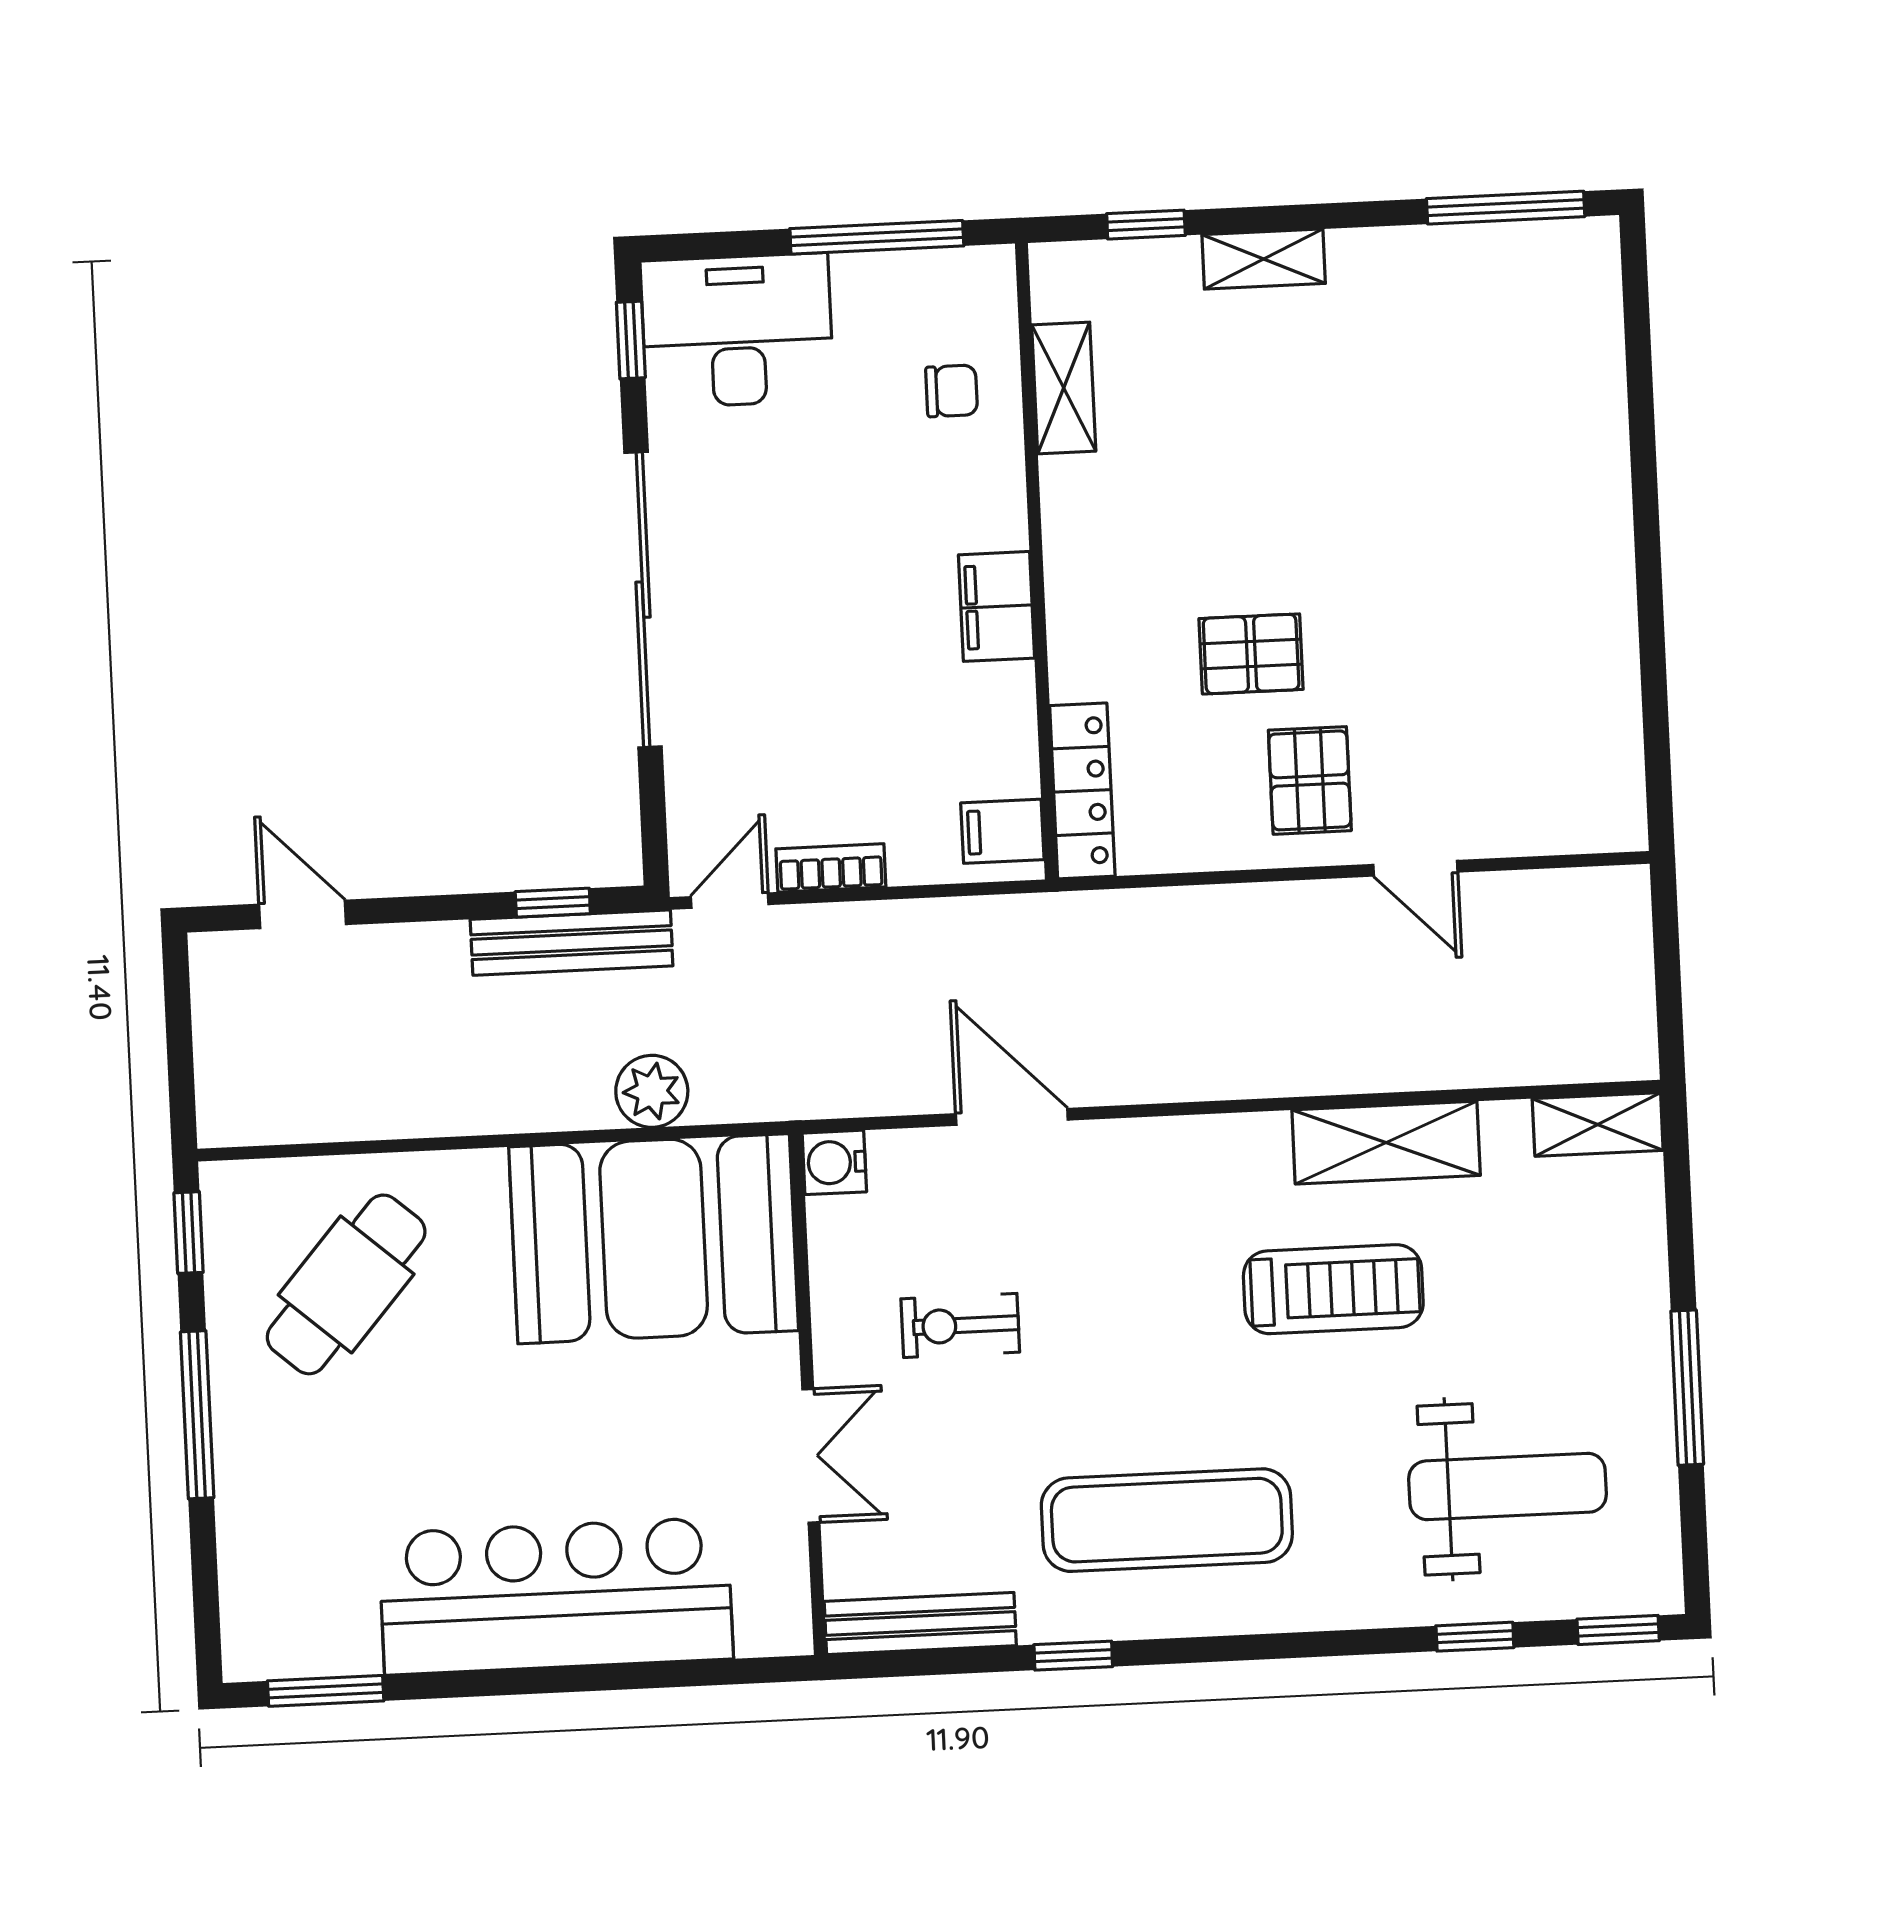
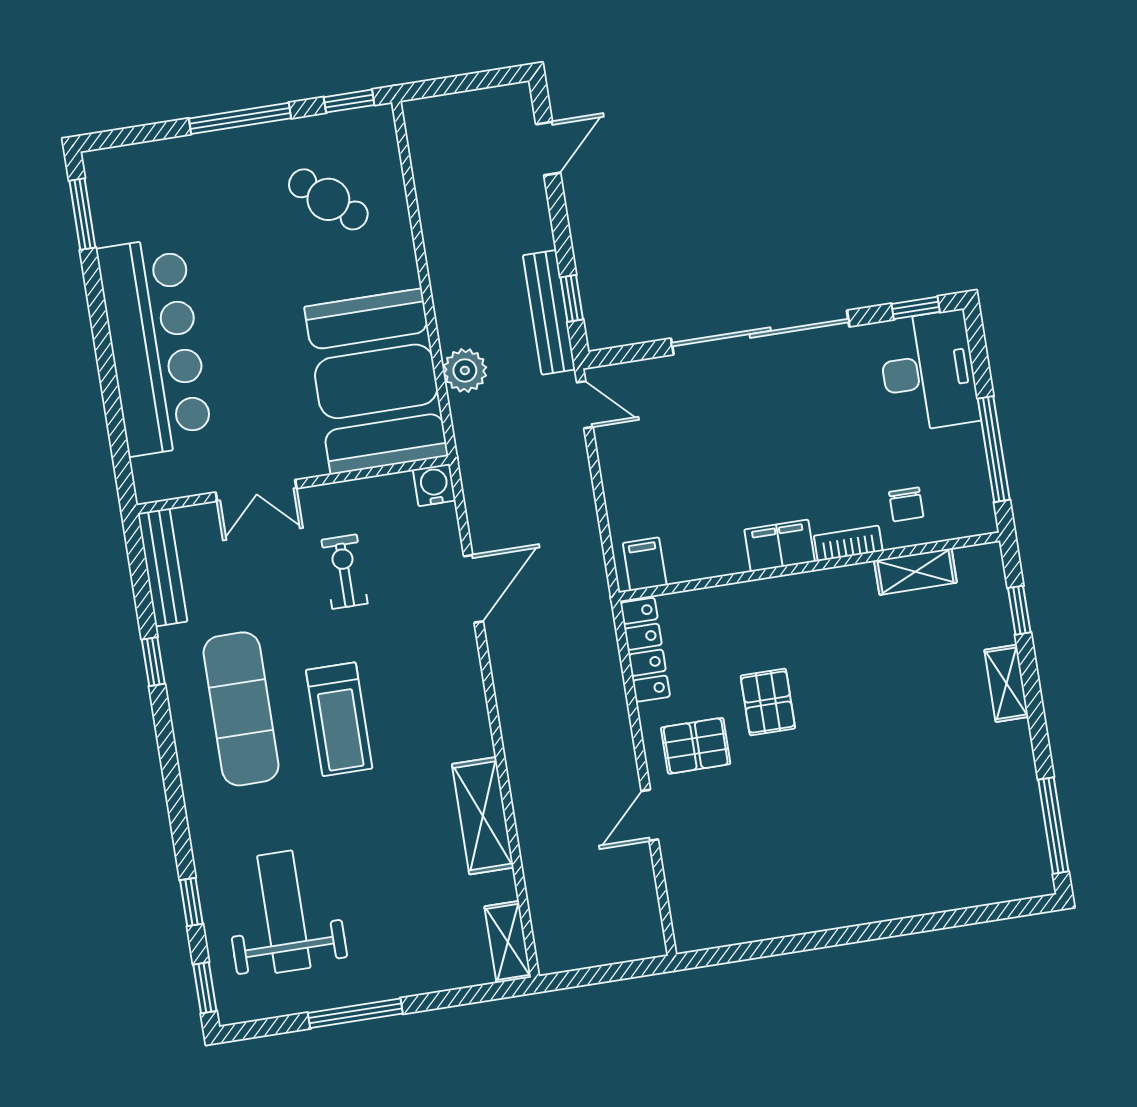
locker: (1082, 791) -> (645, 650), moved, turned -90
bookcase: (831, 868) -> (848, 543), moved, turned -90
cafe table: (346, 1284) -> (328, 199), width x0.73, depth x0.74
treadmill: (1333, 1289) -> (339, 719), moved
weight bench: (1508, 1487) -> (284, 912), turned 180

